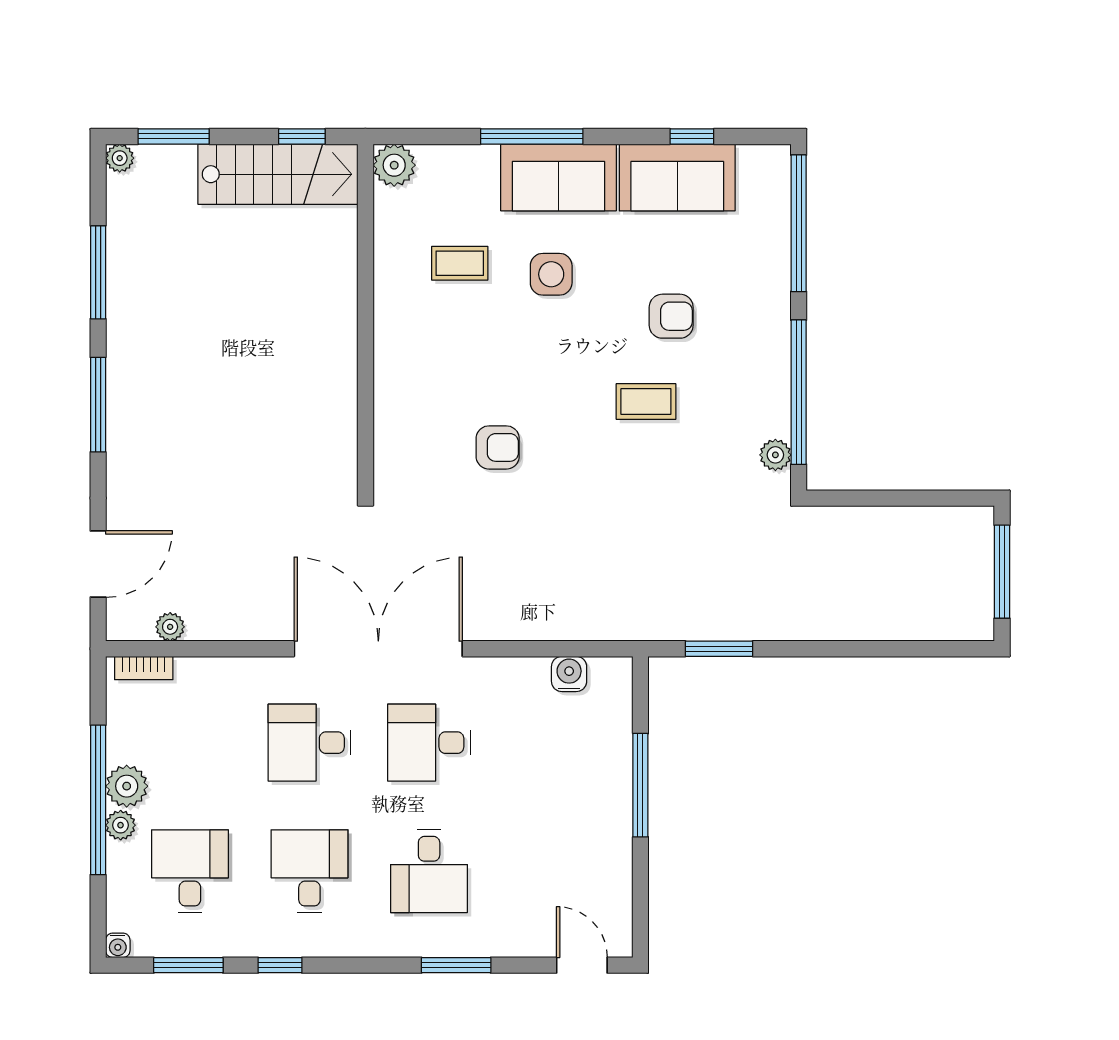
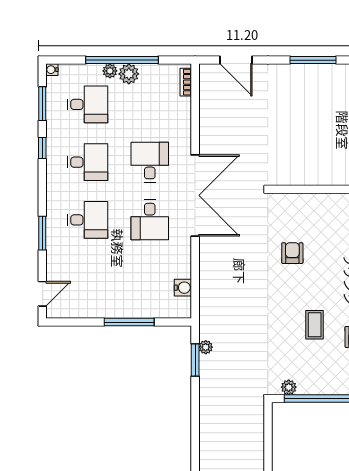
armchair: (498, 447) -> (292, 253), turned 180
plant: (170, 627) -> (206, 347), moved
desk: (429, 743) -> (150, 220), turned 180
desk: (429, 871) -> (88, 220), turned 180

